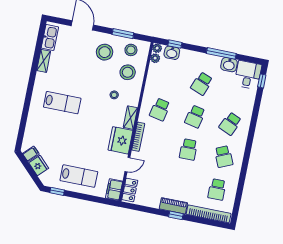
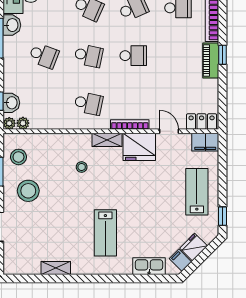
kitchen sink: (50, 38) -> (149, 266), moved
stool: (128, 72) -> (49, 155), removed
lab bench: (62, 103) -> (105, 233), turned 180

